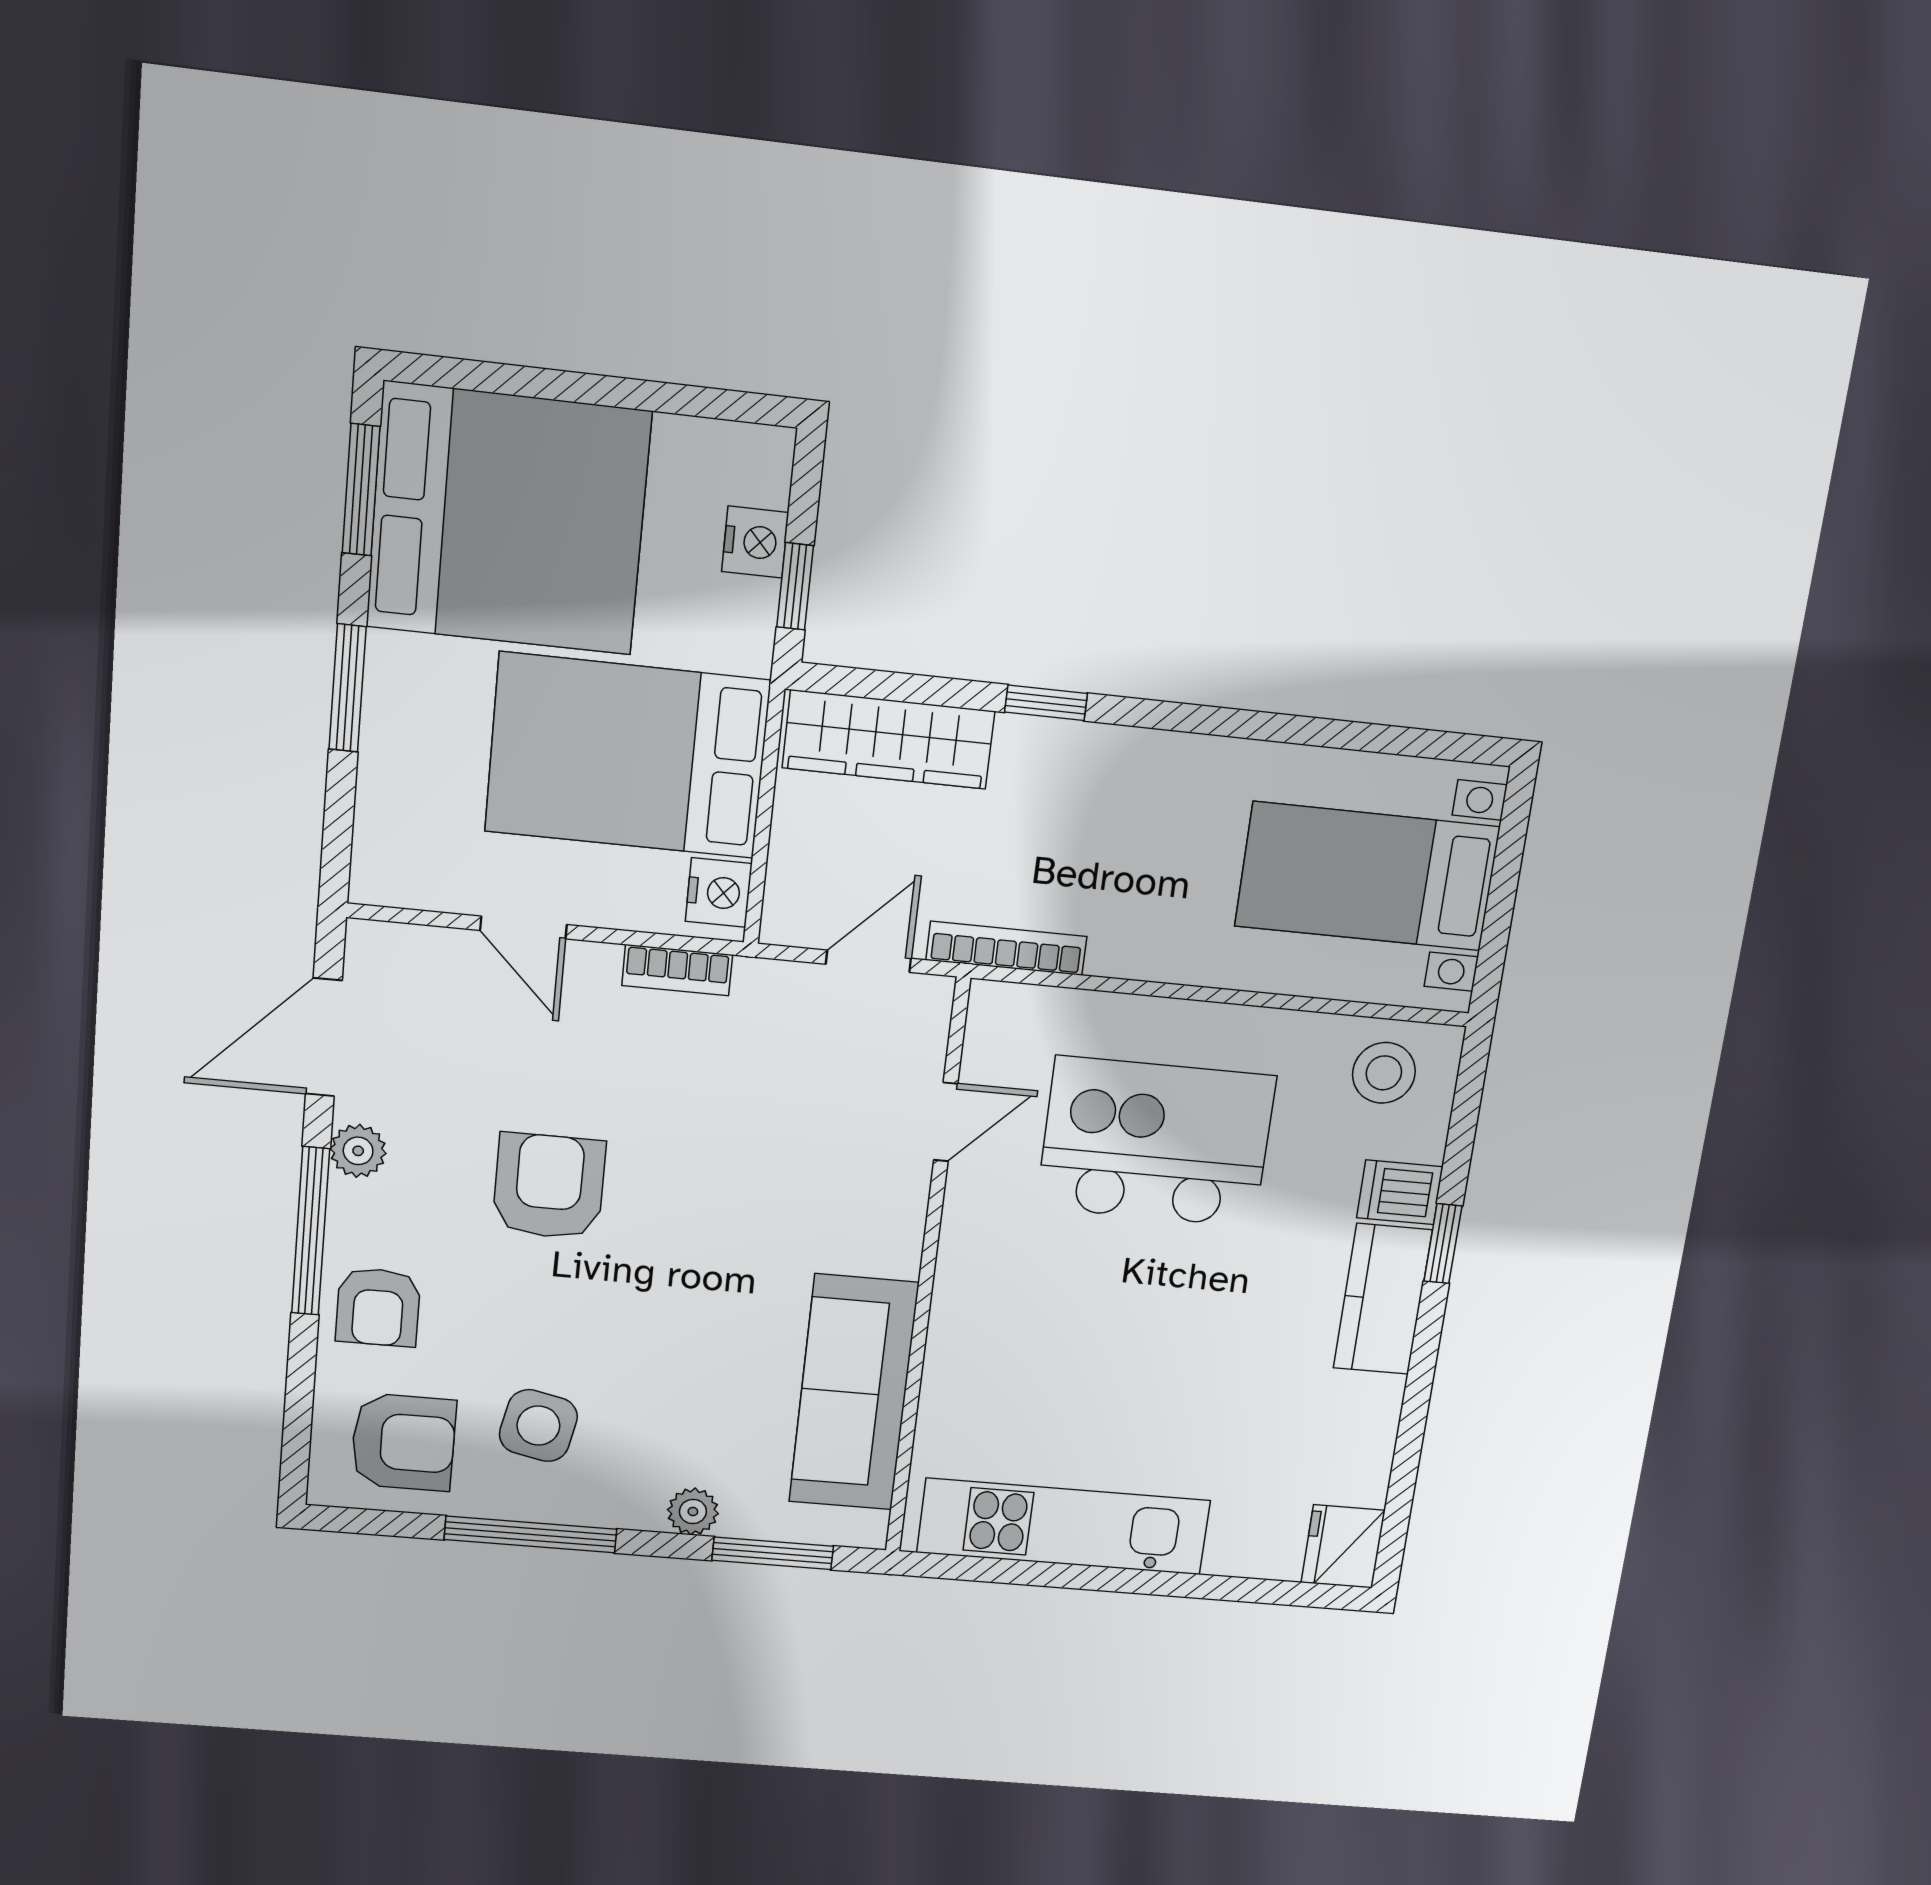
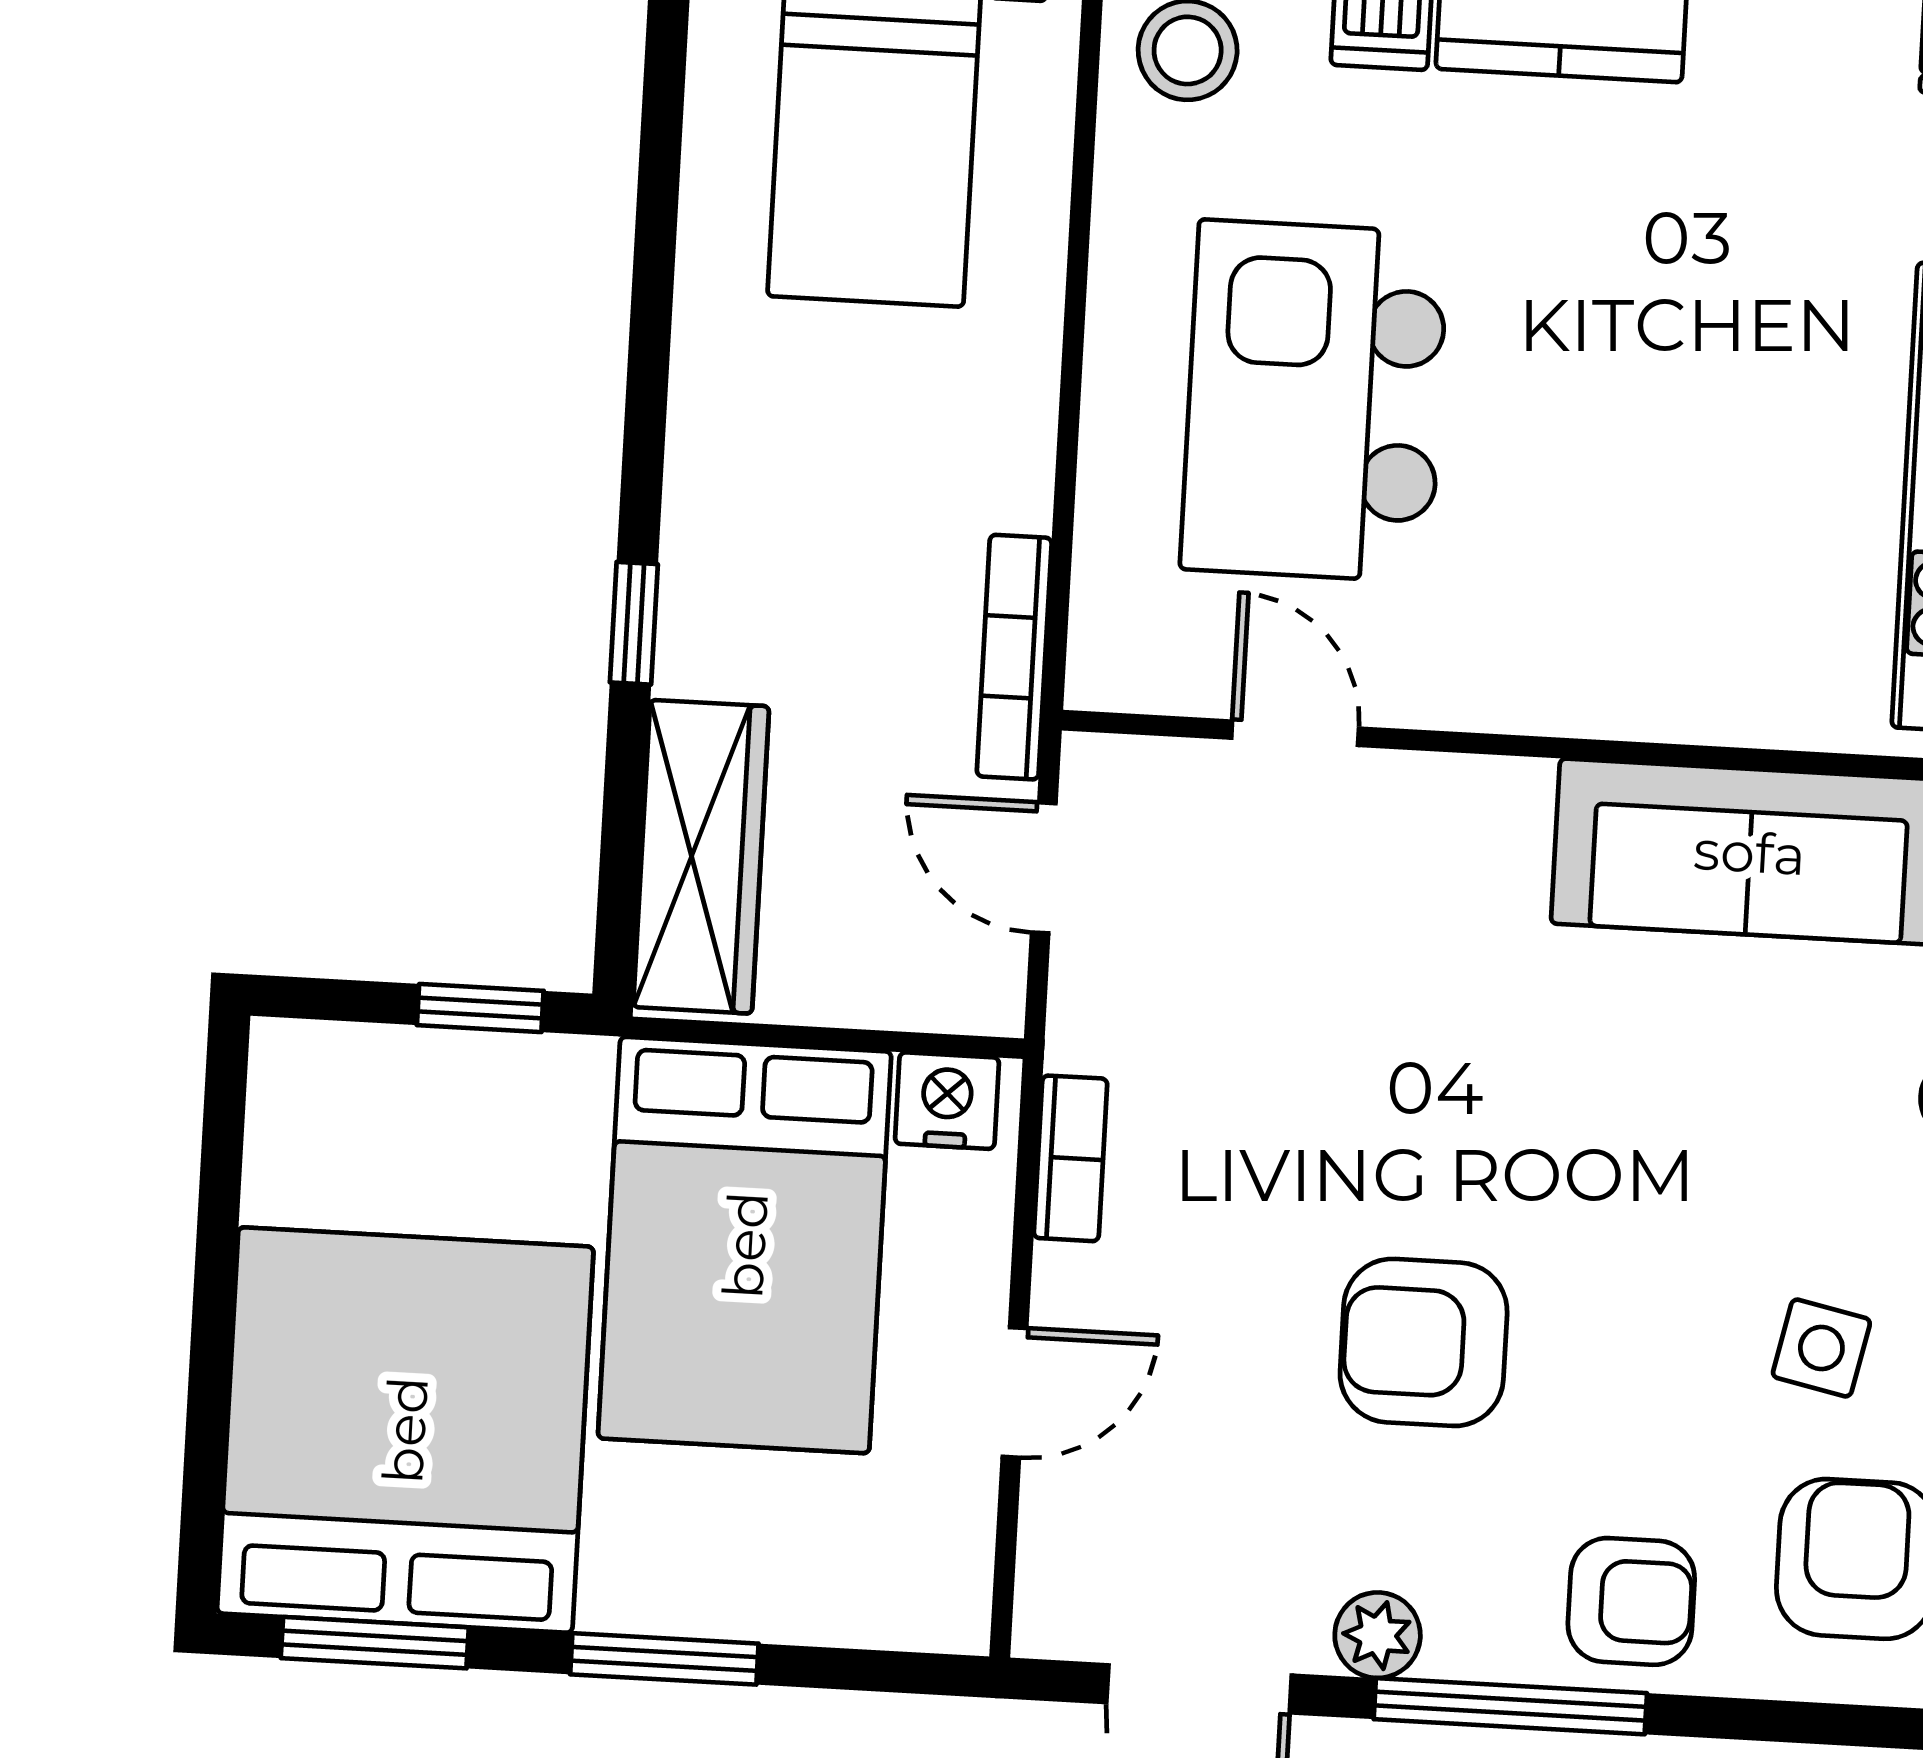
nightstand: (755, 542) -> (419, 1070), removed
side table: (538, 1426) -> (1821, 1348), width x0.73, depth x0.73

